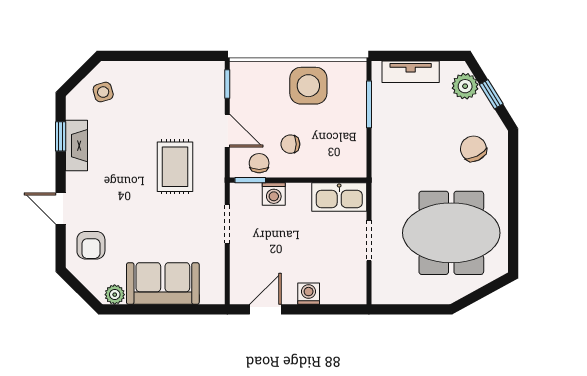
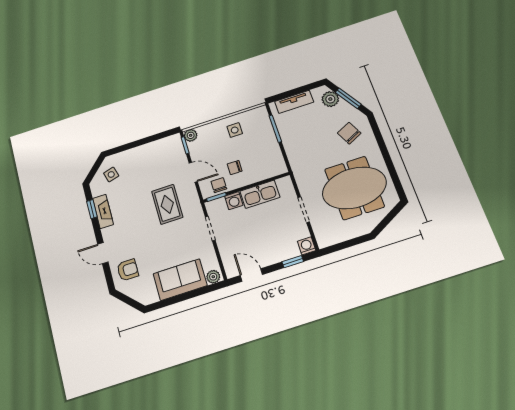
plant: (240, 71) -> (191, 135), added
side table: (308, 86) -> (235, 130), width x0.54, depth x0.54
window: (491, 94) -> (348, 98), width x1.50
kitchen sink: (339, 197) -> (260, 194), moved
armchair: (91, 245) -> (128, 270), turned -90
washing machine: (309, 294) -> (307, 246), moved
plant: (115, 295) -> (213, 277), moved
door: (265, 309) -> (251, 275), hinge flipped
window: (329, 309) -> (293, 262), added

